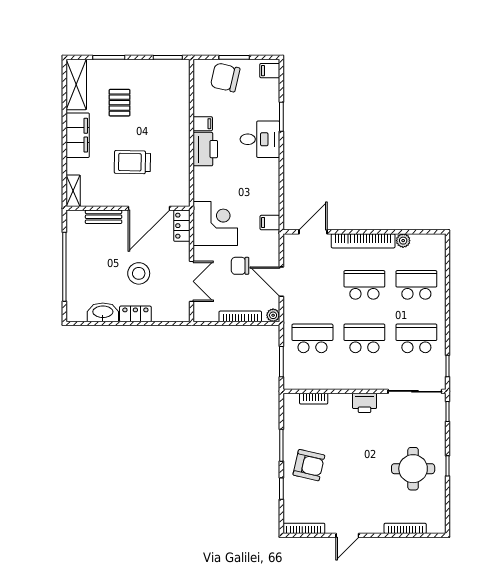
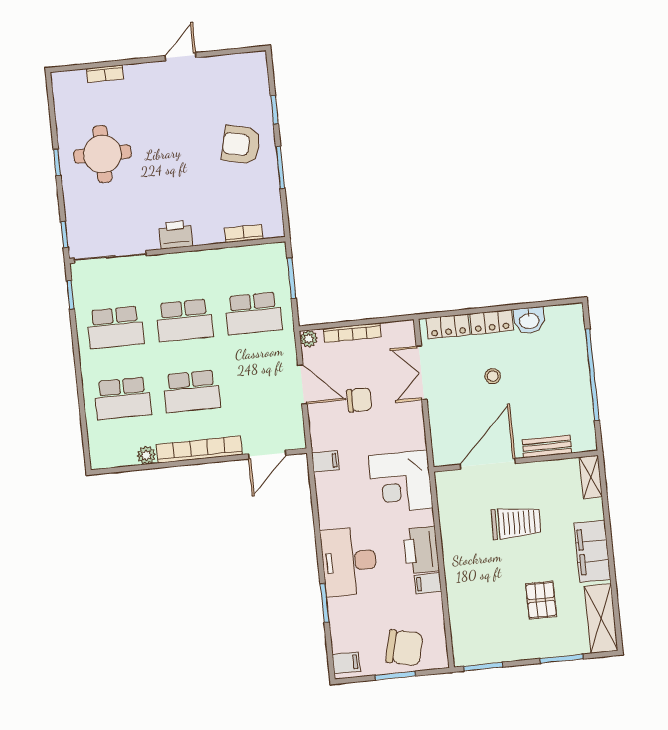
desk: (260, 139) -> (349, 561), width x1.37
corner desk: (215, 224) -> (401, 482), moved
locker: (182, 226) -> (448, 326), moved, turned 90
stool: (139, 273) -> (493, 376), width x0.53, depth x0.53
washbasin: (103, 312) -> (529, 320), width x0.72
bookcase: (304, 528) -> (239, 60), removed
bookcase: (405, 528) -> (105, 74), width x0.64

